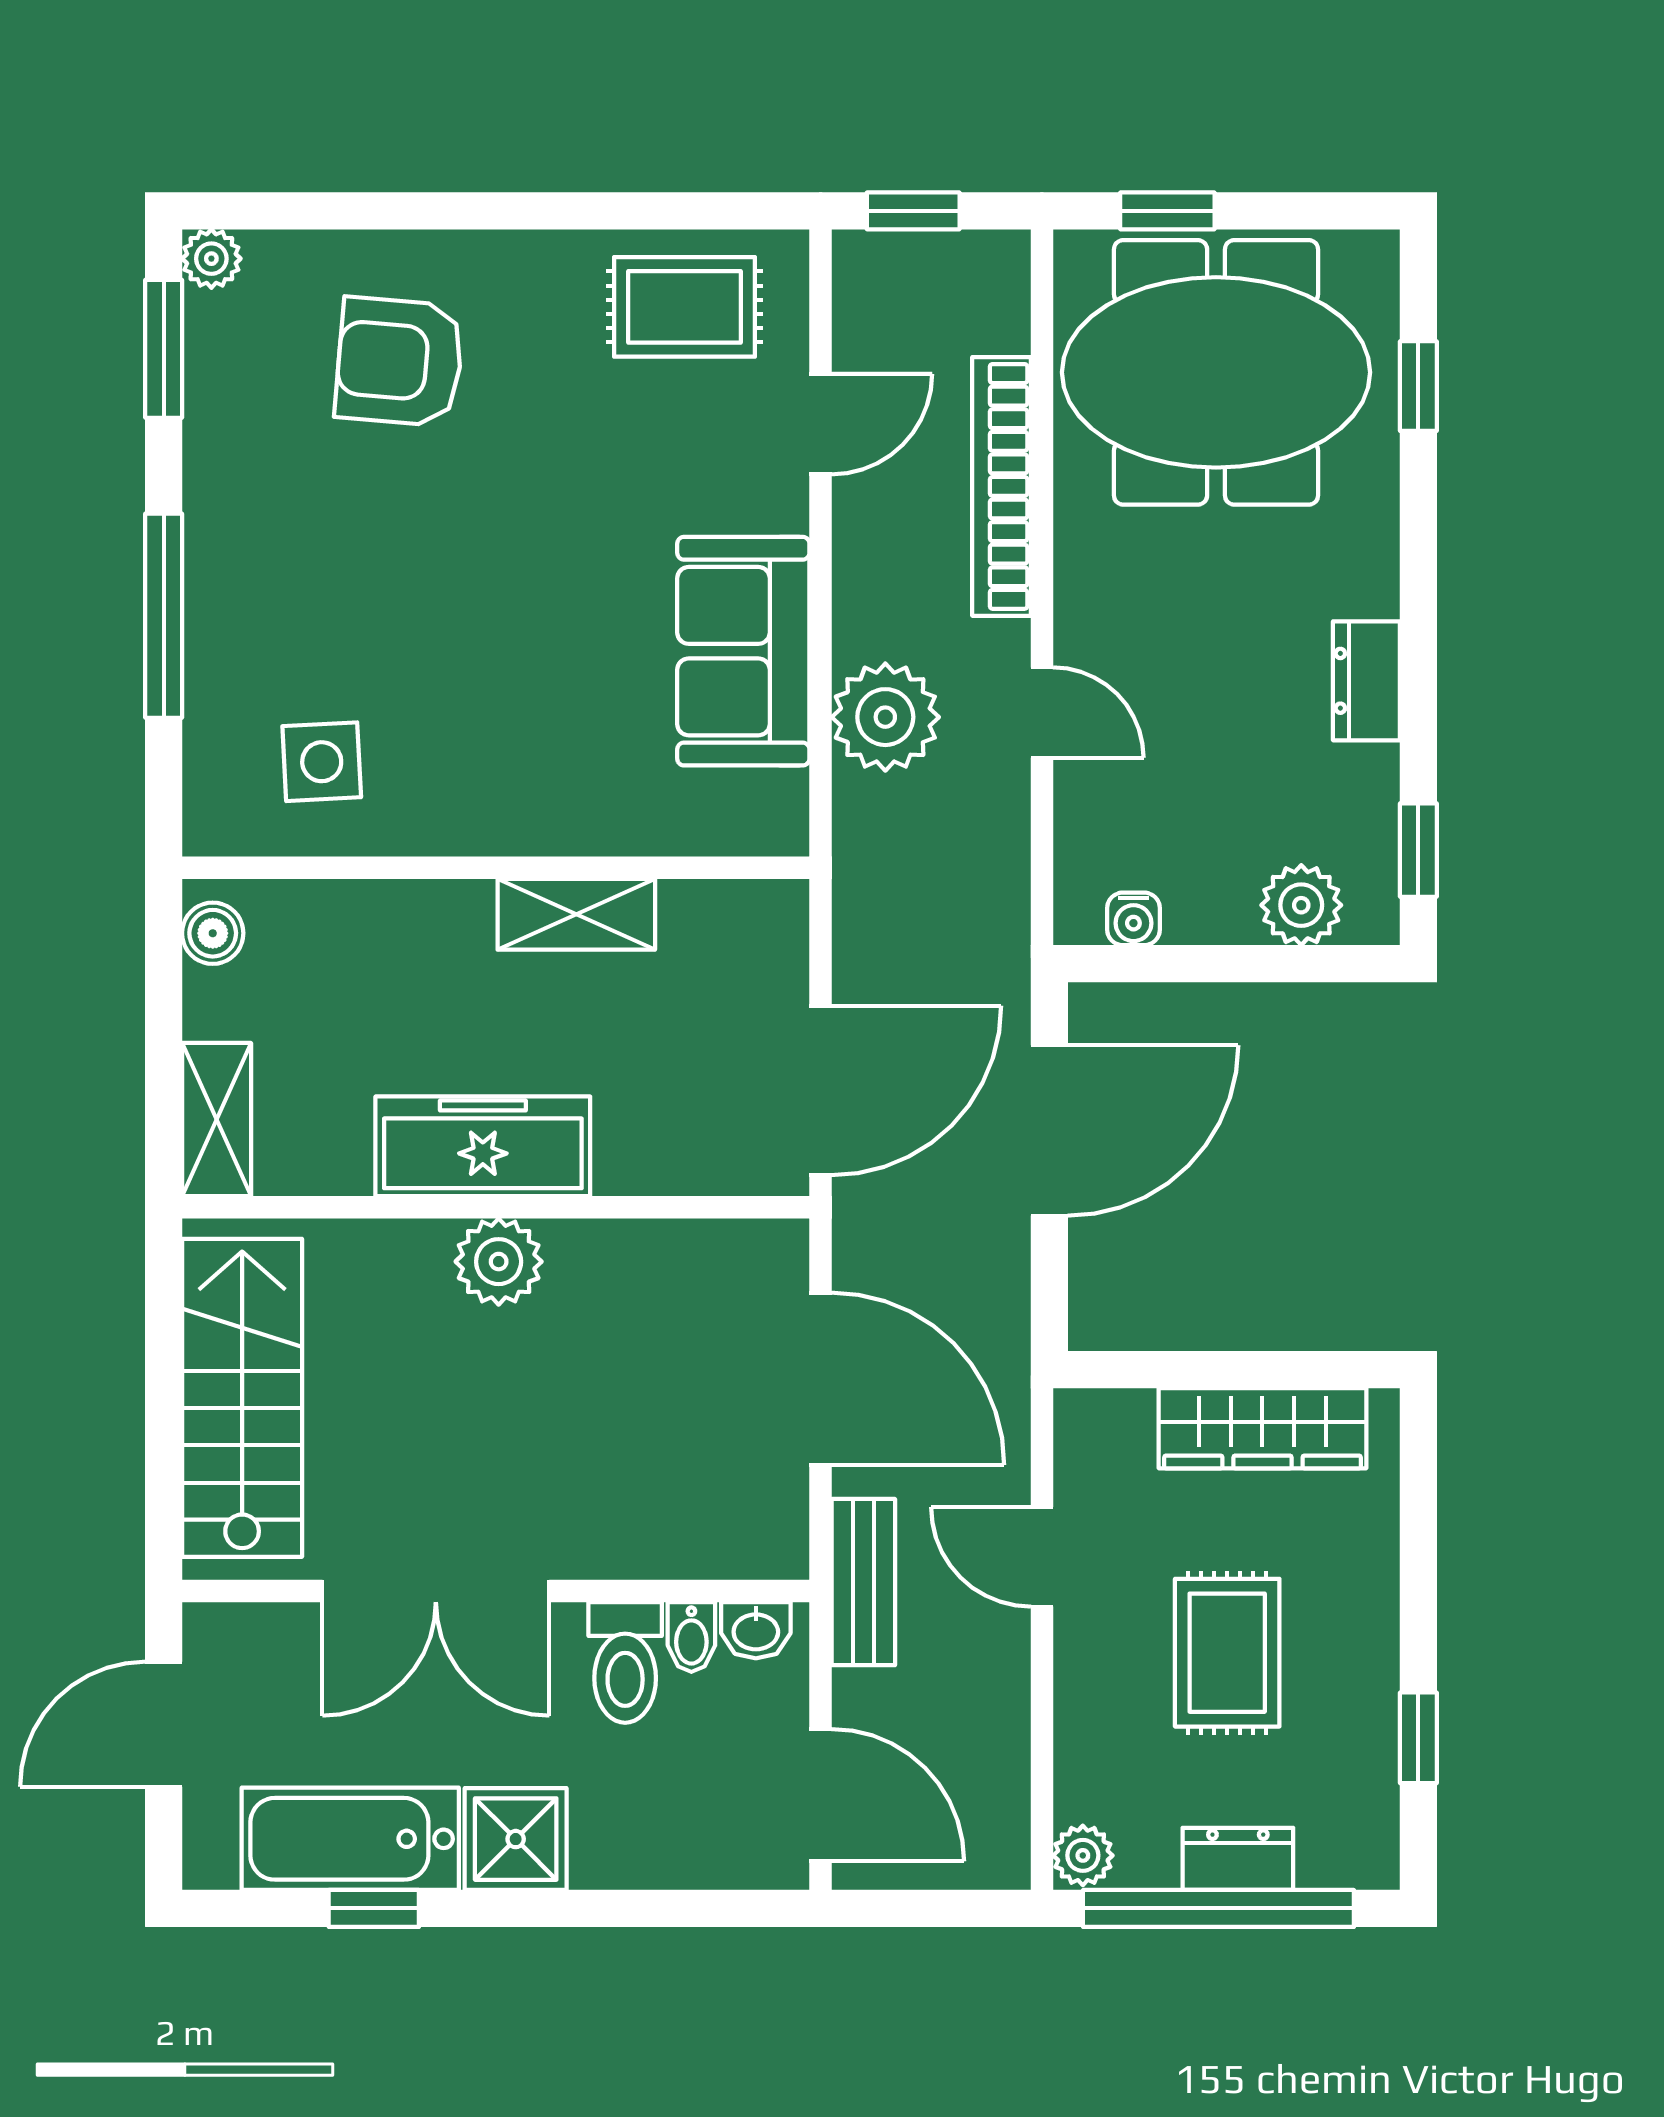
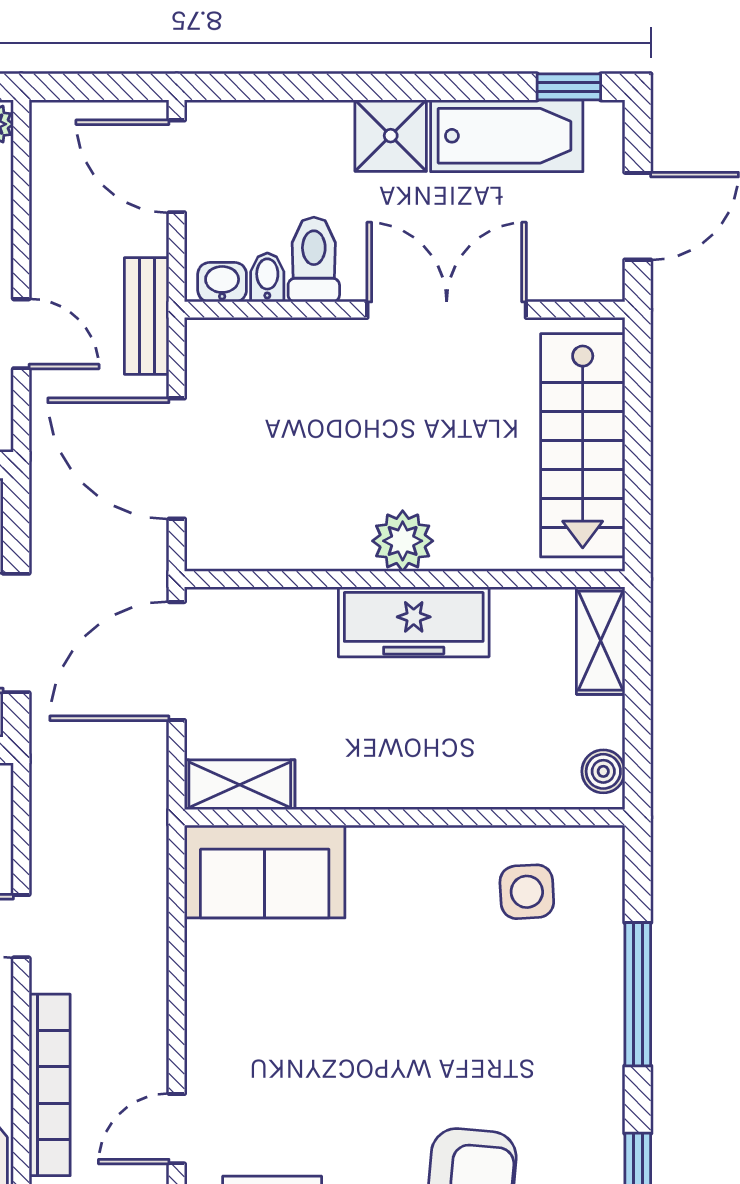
sofa: (743, 651) -> (265, 872), moved, turned 90
plant: (885, 717) -> (131, 923), removed
shelving: (576, 914) -> (240, 785), moved
window: (374, 1908) -> (569, 87), moved

